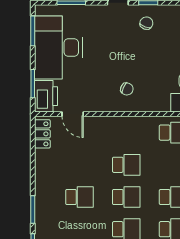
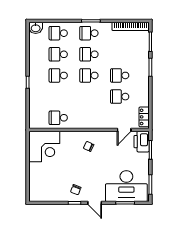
desk: (58, 47) -> (126, 186), moved, turned 90
door: (73, 114) -> (124, 130), swing flipped
school desk: (126, 165) -> (120, 97), moved

